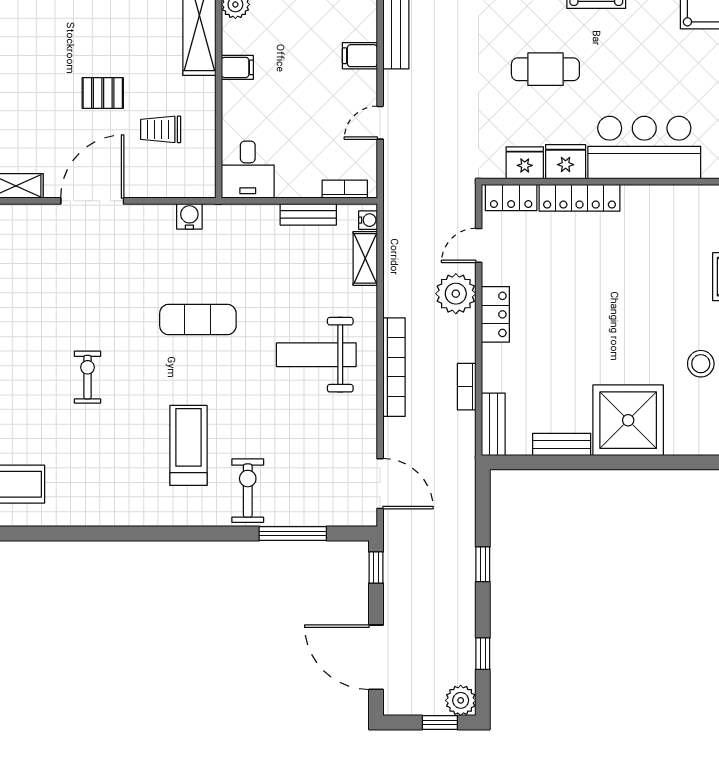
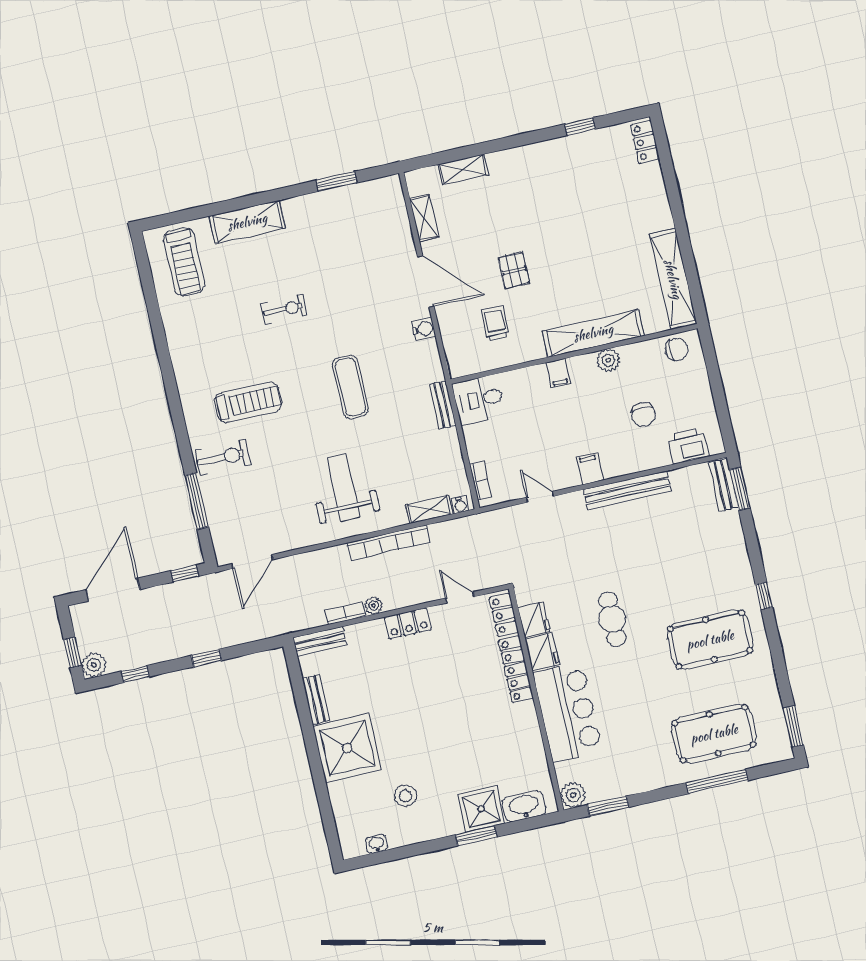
bench: (308, 214) -> (442, 405), moved
water cooler: (189, 216) -> (424, 329), moved
plant: (456, 294) -> (374, 606), moved, width x0.53, depth x0.53
bookcase: (394, 367) -> (388, 543), moved

